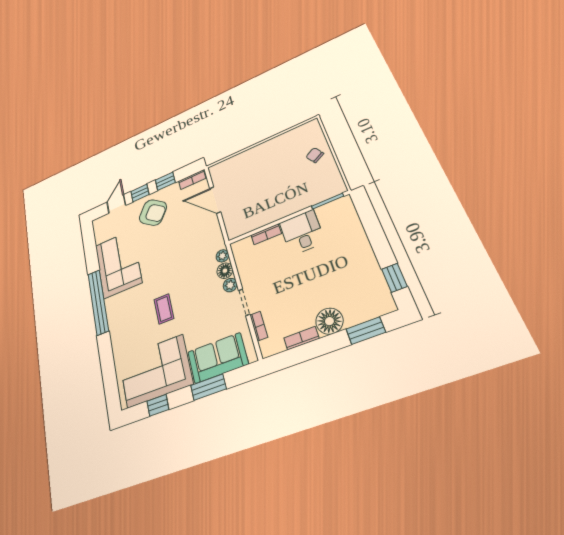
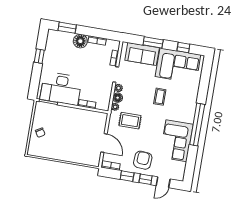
armchair: (153, 212) -> (143, 160), turned 58
desk: (302, 232) -> (61, 89), width x1.87, depth x1.30
rug: (192, 251) -> (130, 121), added
window: (394, 278) -> (39, 56), moved

